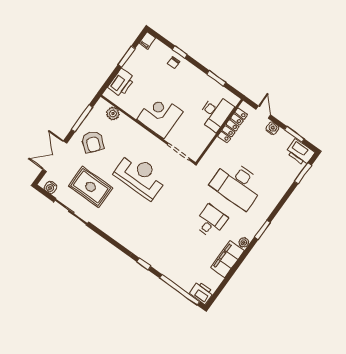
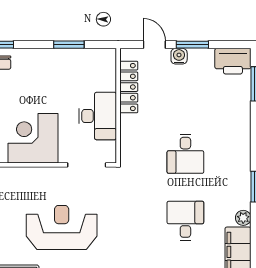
desk: (216, 113) -> (98, 116), moved
window: (294, 134) -> (192, 45), moved
desk: (237, 184) -> (185, 154), width x0.53, depth x0.77

